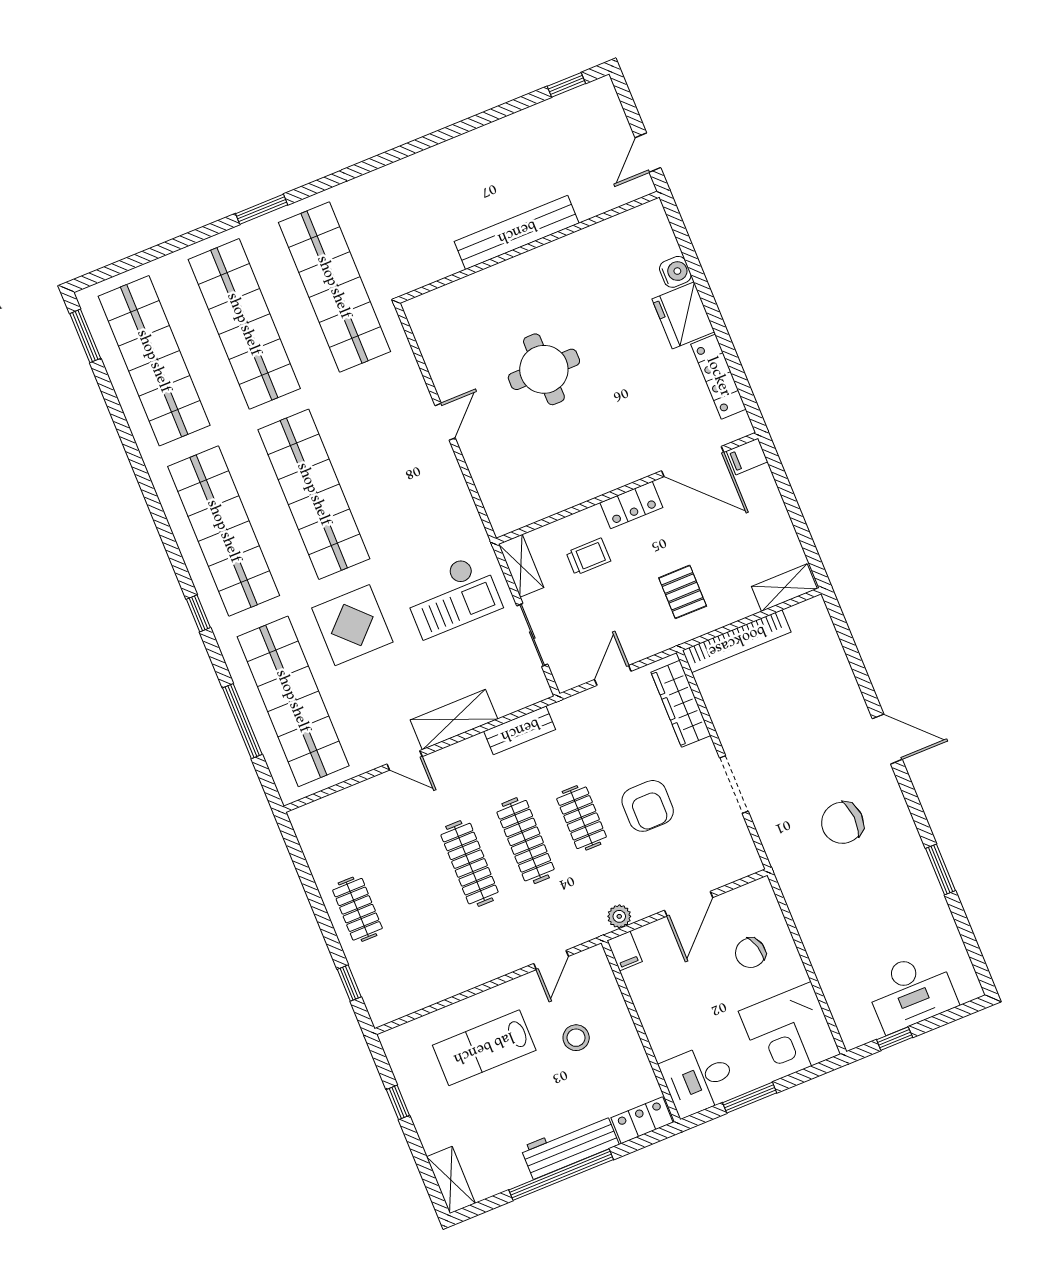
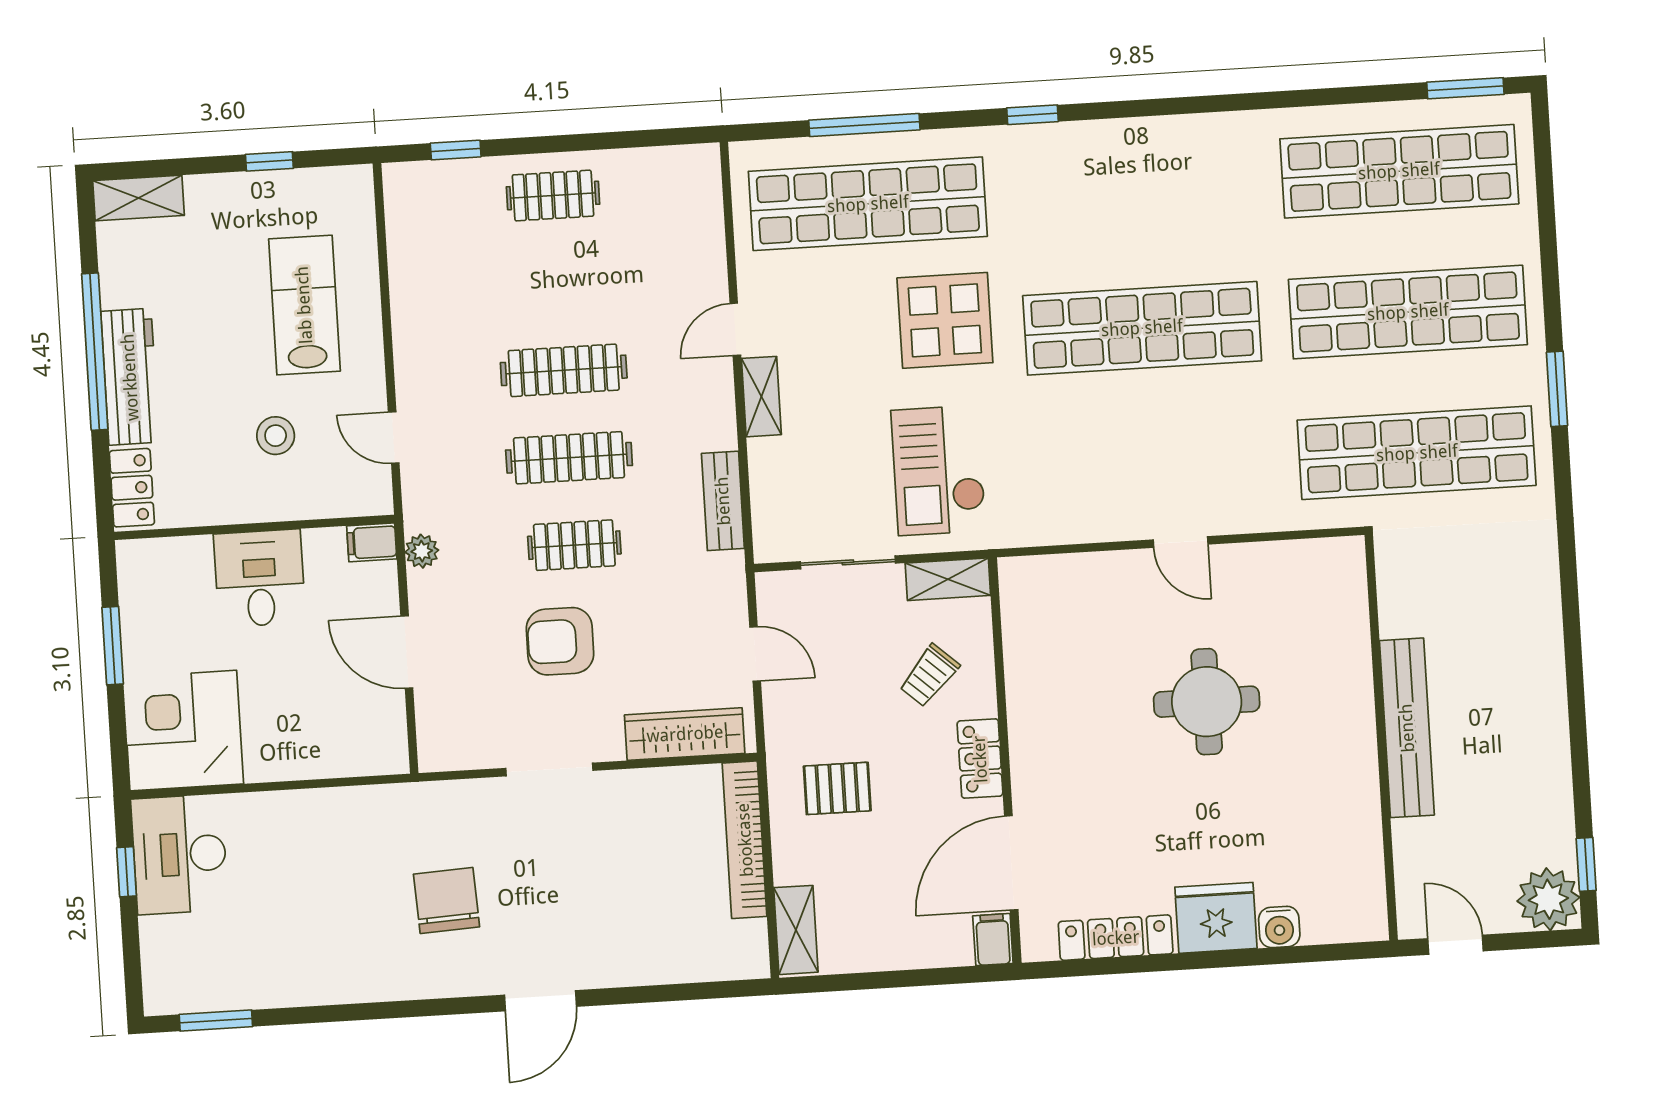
plant: (597, 102) -> (1548, 899), added
shop shelf: (224, 531) -> (1134, 188), removed
trolley: (588, 557) -> (929, 676), turned 42
shelving: (454, 719) -> (761, 397), width x0.67, depth x0.75
window: (940, 869) -> (216, 1021), moved
chair: (750, 953) -> (311, 714), removed
desk: (911, 992) -> (180, 854), moved
desk: (699, 1080) -> (260, 578), moved

